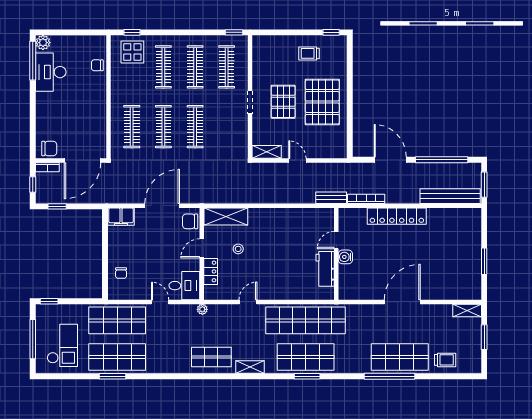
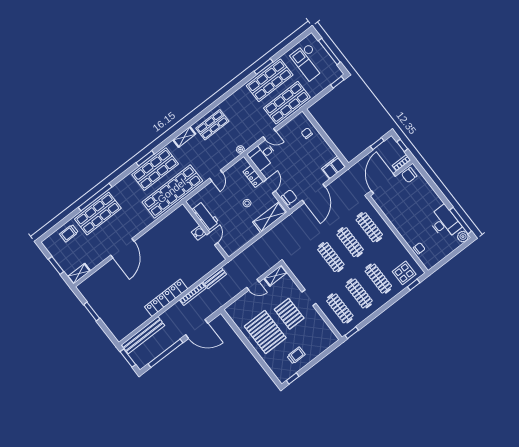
door: (336, 240) -> (212, 239), moved
wall: (336, 254) -> (206, 230), moved
water cooler: (345, 257) -> (199, 233), moved
workbench: (325, 269) -> (205, 216), moved

